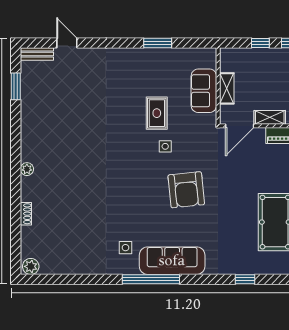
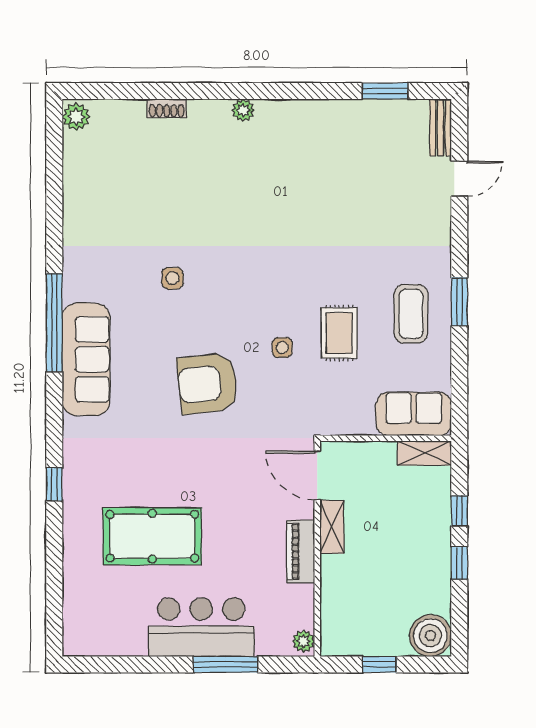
window: (158, 43) -> (459, 302), moved
coffee table: (146, 71) -> (411, 314), added
shelving: (227, 88) -> (424, 453), moved
sofa: (204, 91) -> (414, 414), moved
rug: (157, 113) -> (339, 333), turned 90
side table: (125, 248) -> (173, 278), moved

